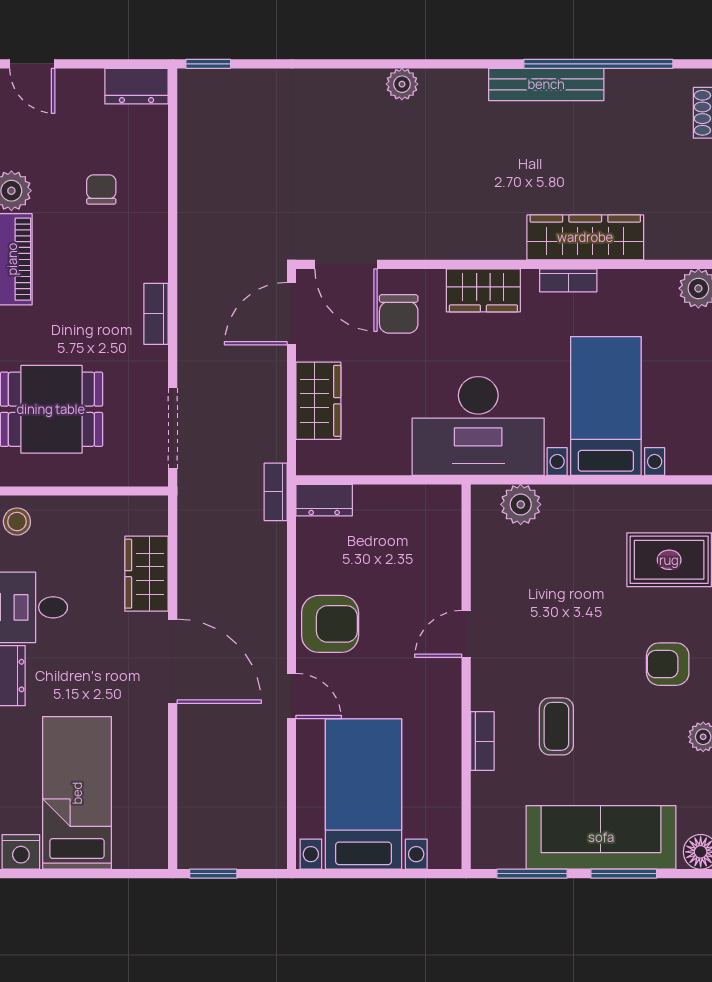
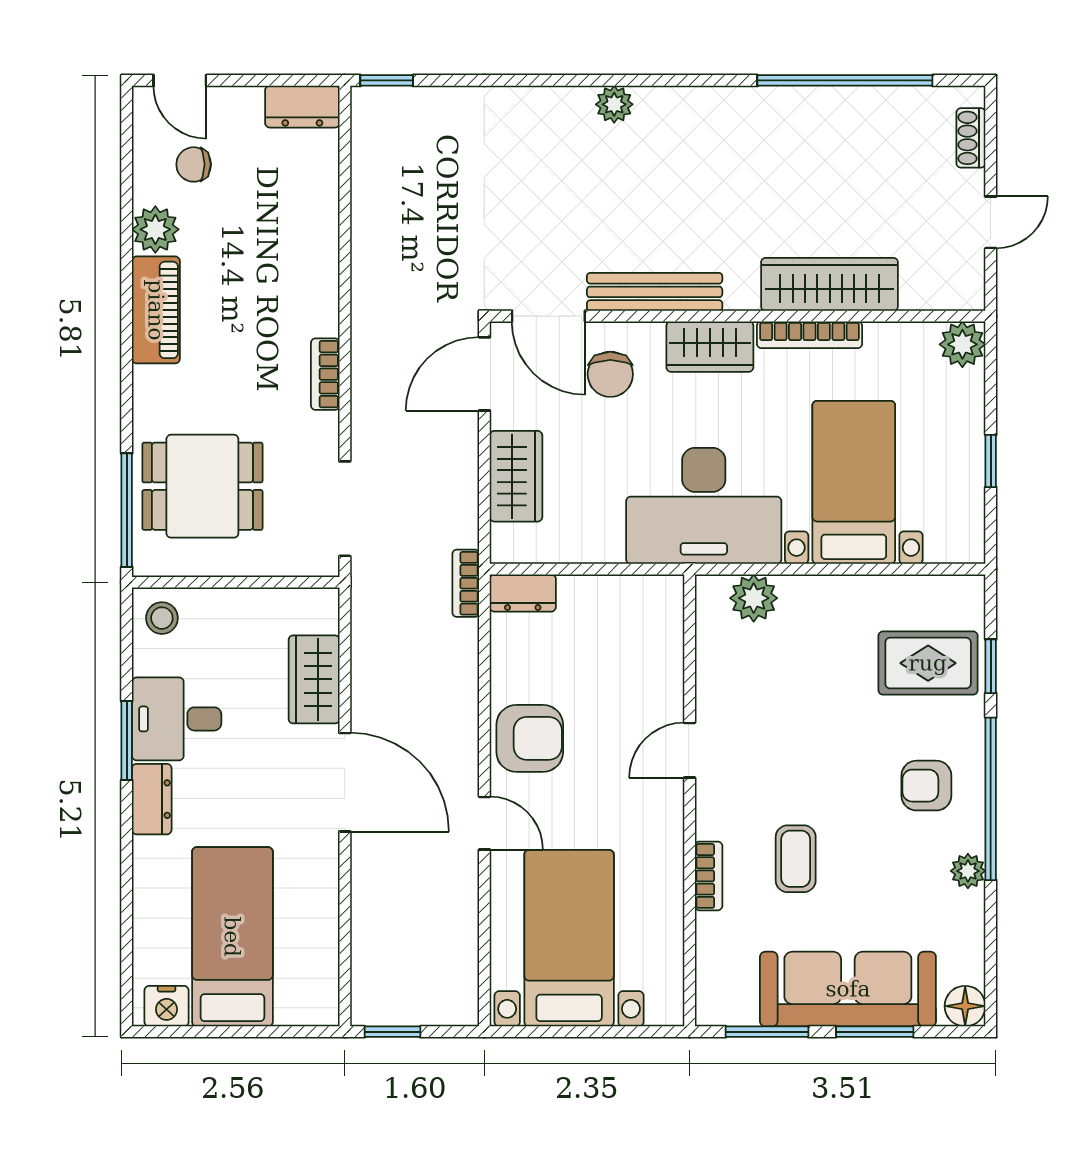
bench: (546, 84) -> (655, 292), moved
chair: (101, 189) -> (194, 164), moved, turned -90
bookcase: (568, 280) -> (809, 335), width x1.56

